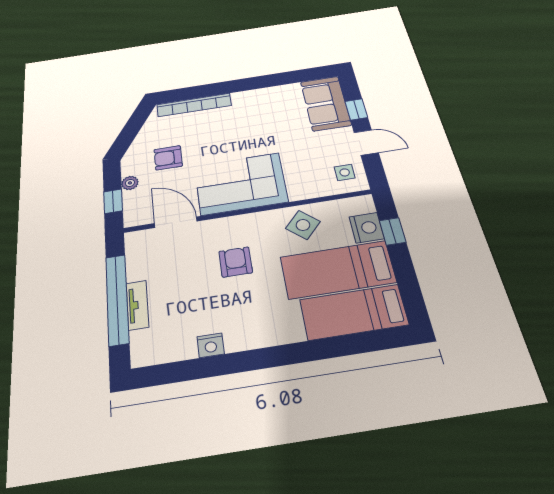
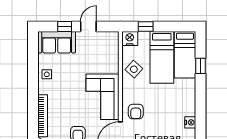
side table: (345, 172) -> (47, 74), moved
nightstand: (367, 228) -> (130, 38), moved
armchair: (236, 262) -> (136, 112), moved, turned -90
window: (337, 347) -> (200, 66), added

